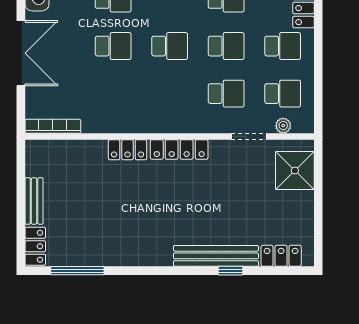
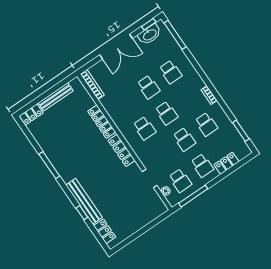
window: (318, 90) -> (193, 196), added
school desk: (226, 94) -> (144, 128), moved
locker: (128, 150) -> (102, 122), width x1.53
shower: (295, 171) -> (149, 211), removed
bench: (34, 201) -> (56, 97), width x1.36
window: (77, 271) -> (49, 165), moved

